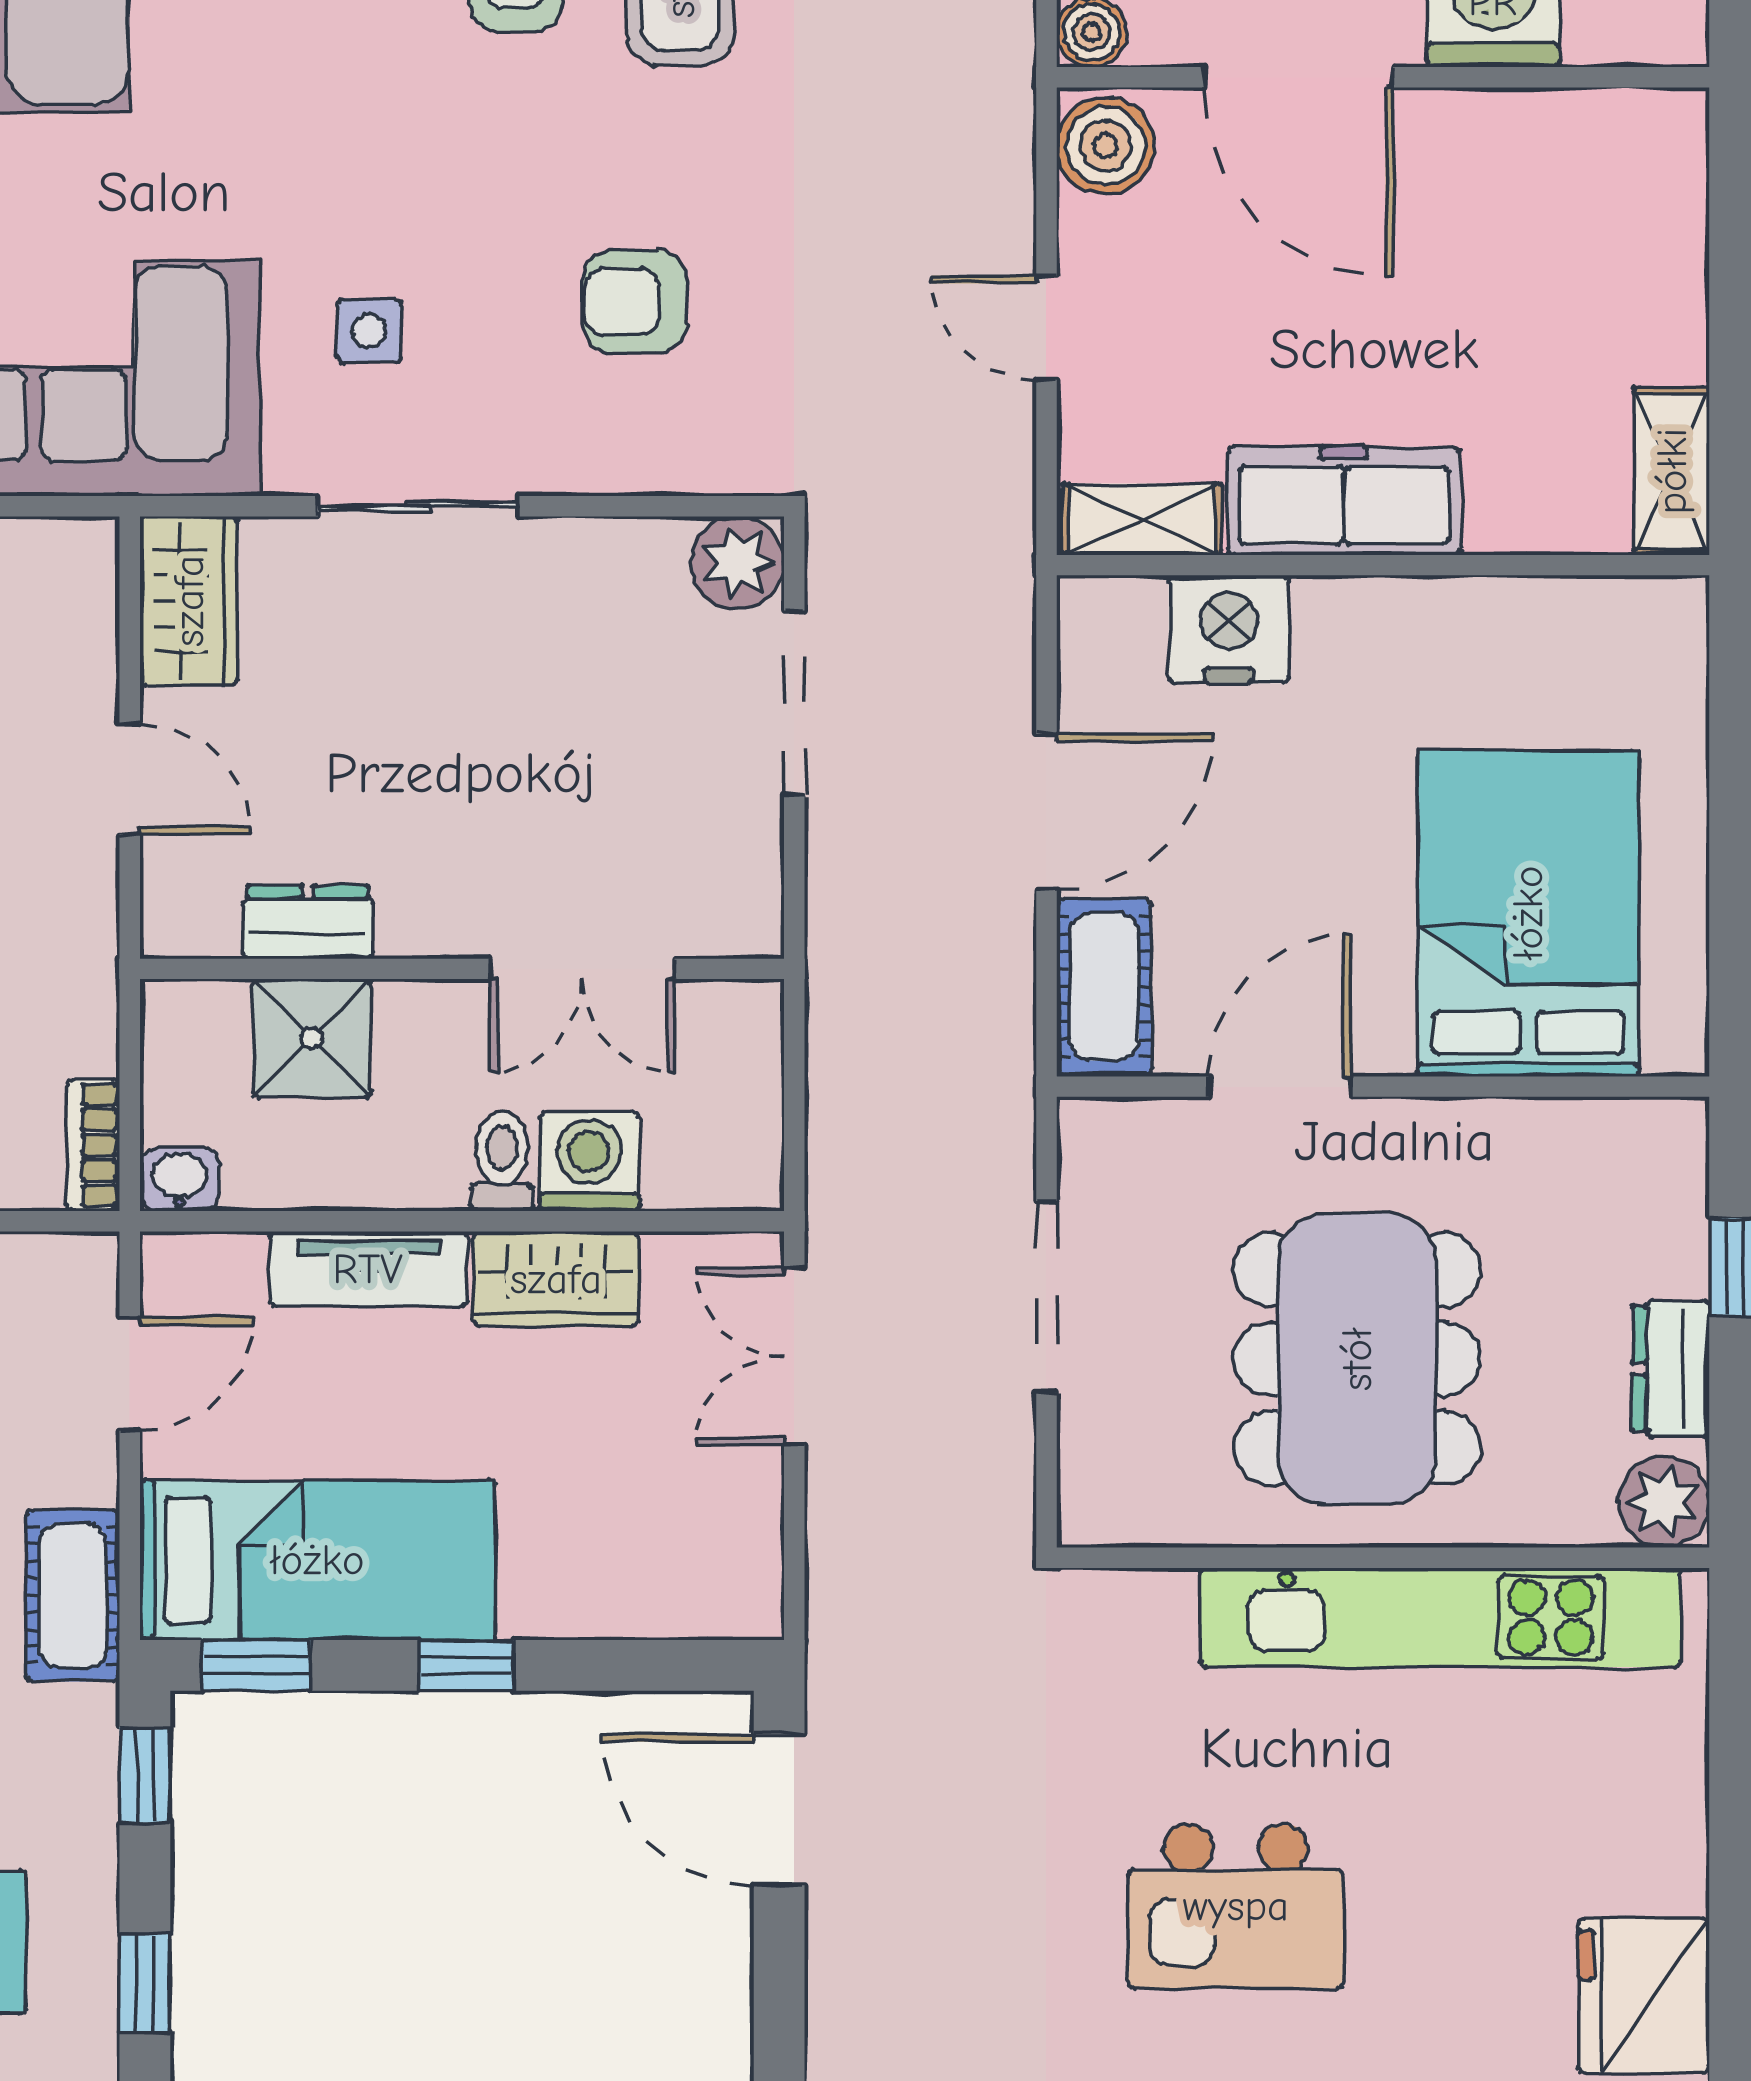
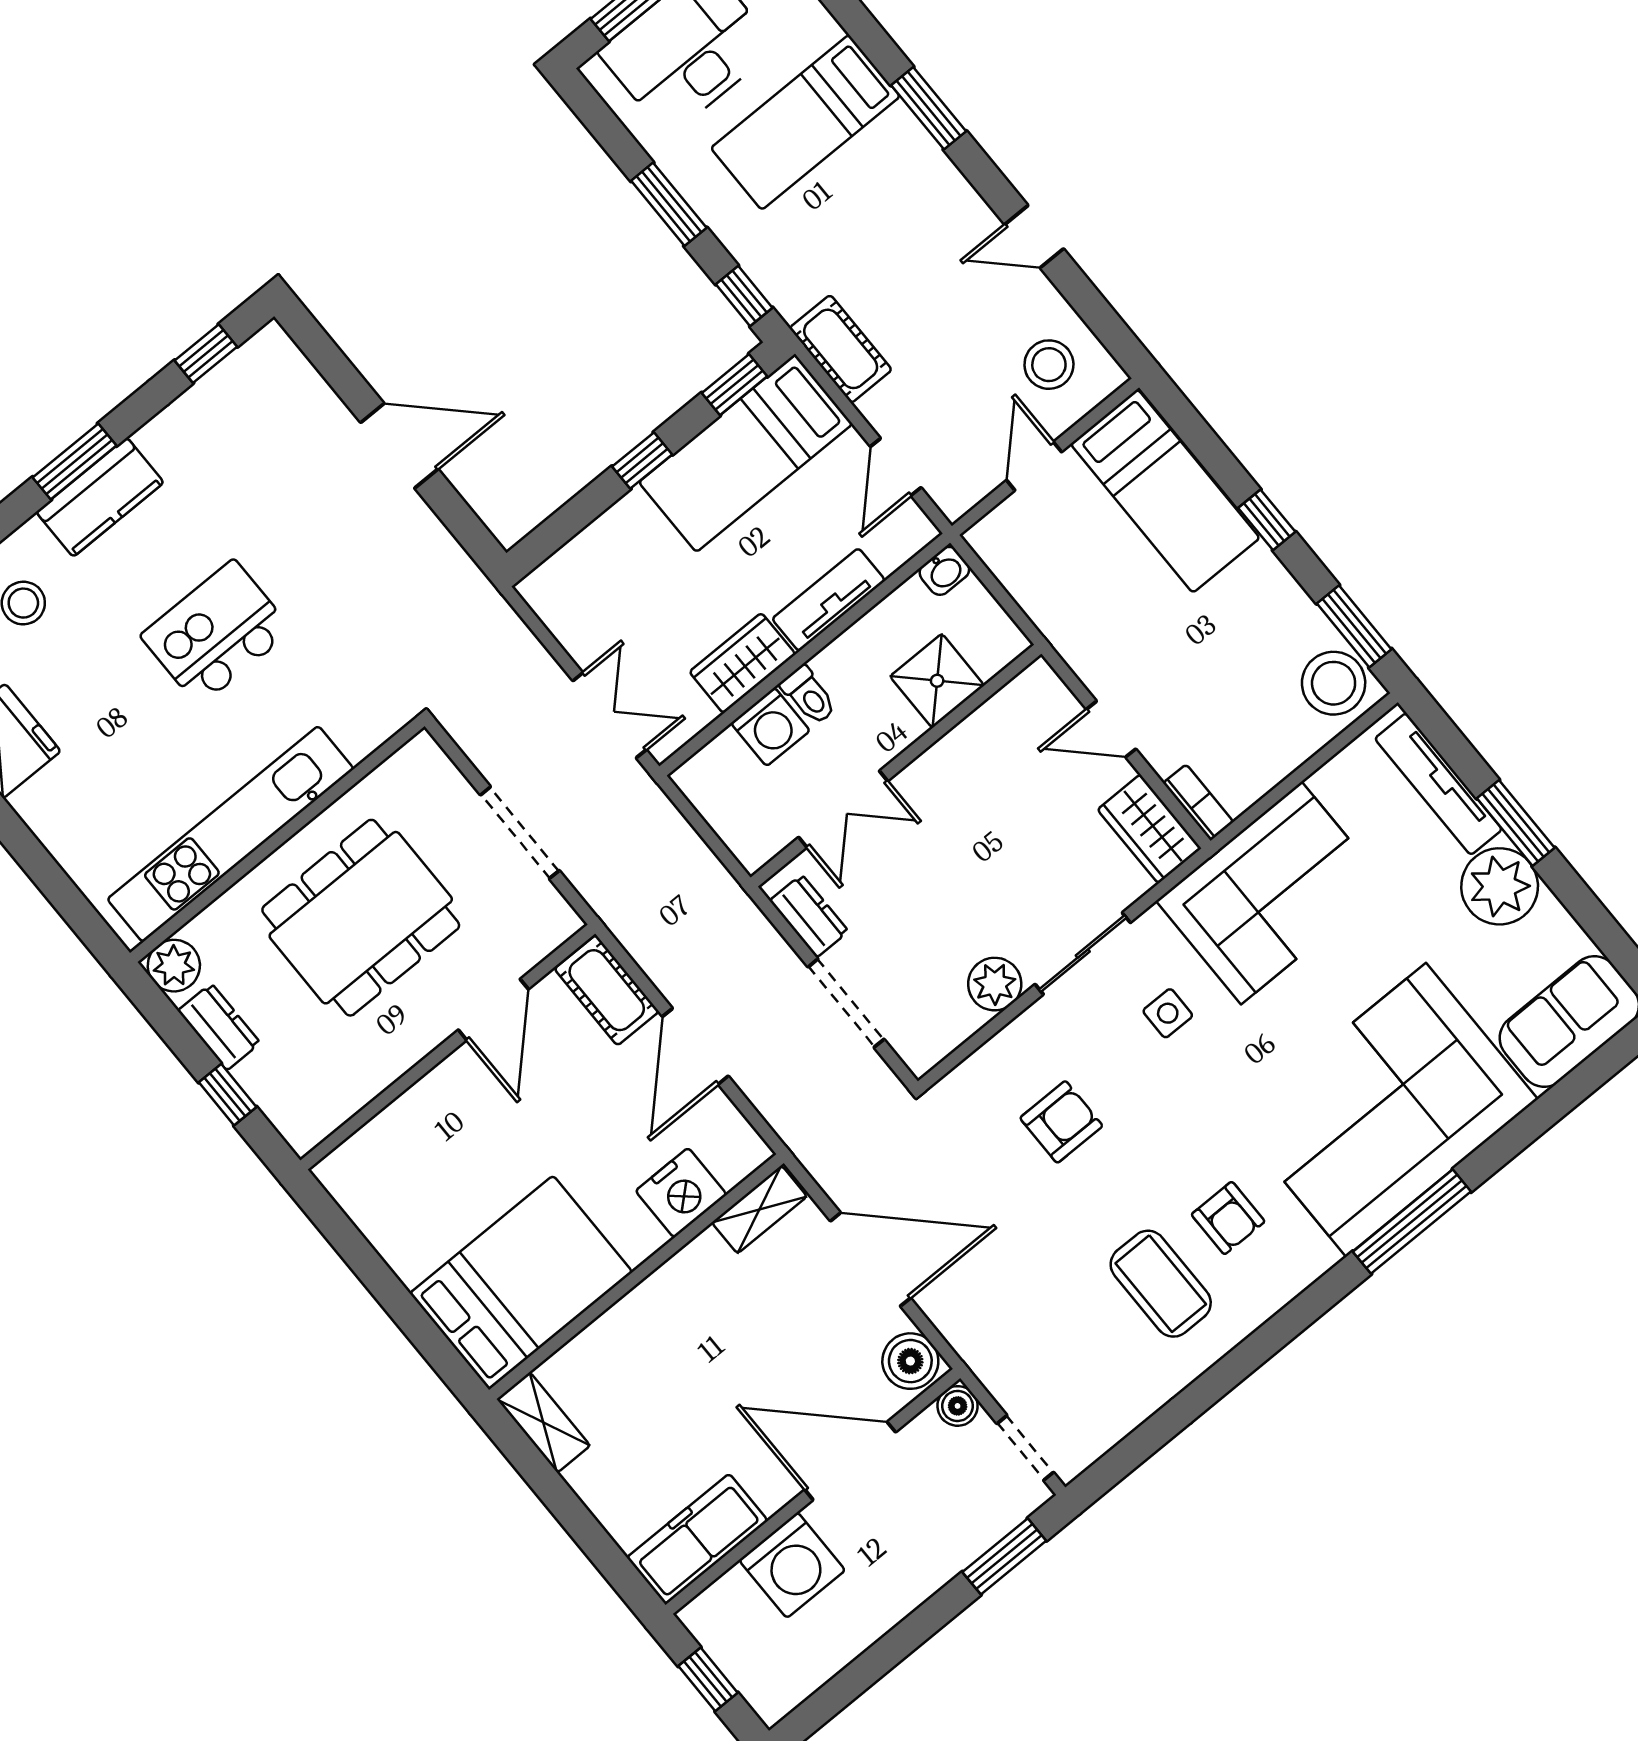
door: (1046, 328) -> (870, 1259), width x1.88
freezer: (1344, 501) -> (697, 1539), moved, turned 180
plant: (738, 563) -> (995, 984), moved
bed: (1528, 913) -> (521, 1283), moved, turned -90
dresser: (308, 922) -> (809, 916), moved, turned -90
double door: (582, 969) -> (843, 809), swing flipped
bookcase: (93, 1145) -> (1198, 803), moved
dining table: (1357, 1359) -> (361, 918), turned 90
door: (779, 1810) -> (399, 446), moved
window: (145, 1983) -> (669, 204), width x1.50

